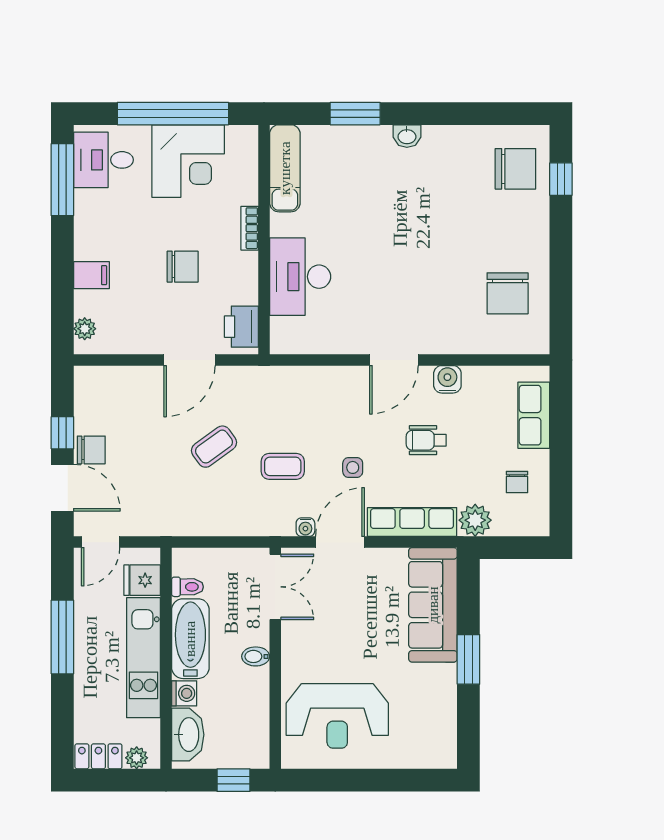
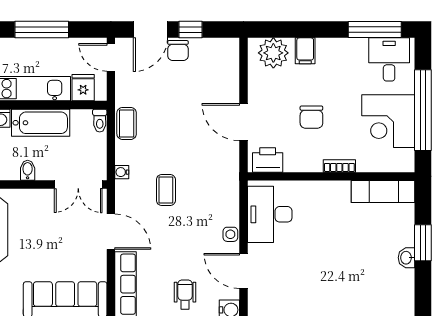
washbasin: (407, 136) -> (406, 258), moved
desk: (300, 277) -> (270, 214), moved, turned -90
plant: (85, 329) -> (273, 53), width x1.88, depth x1.88
coffee table: (214, 447) -> (127, 123), moved, turned 36
side table: (353, 467) -> (230, 234), moved
water cooler: (305, 527) -> (122, 172), moved
toilet: (187, 587) -> (100, 121), moved

